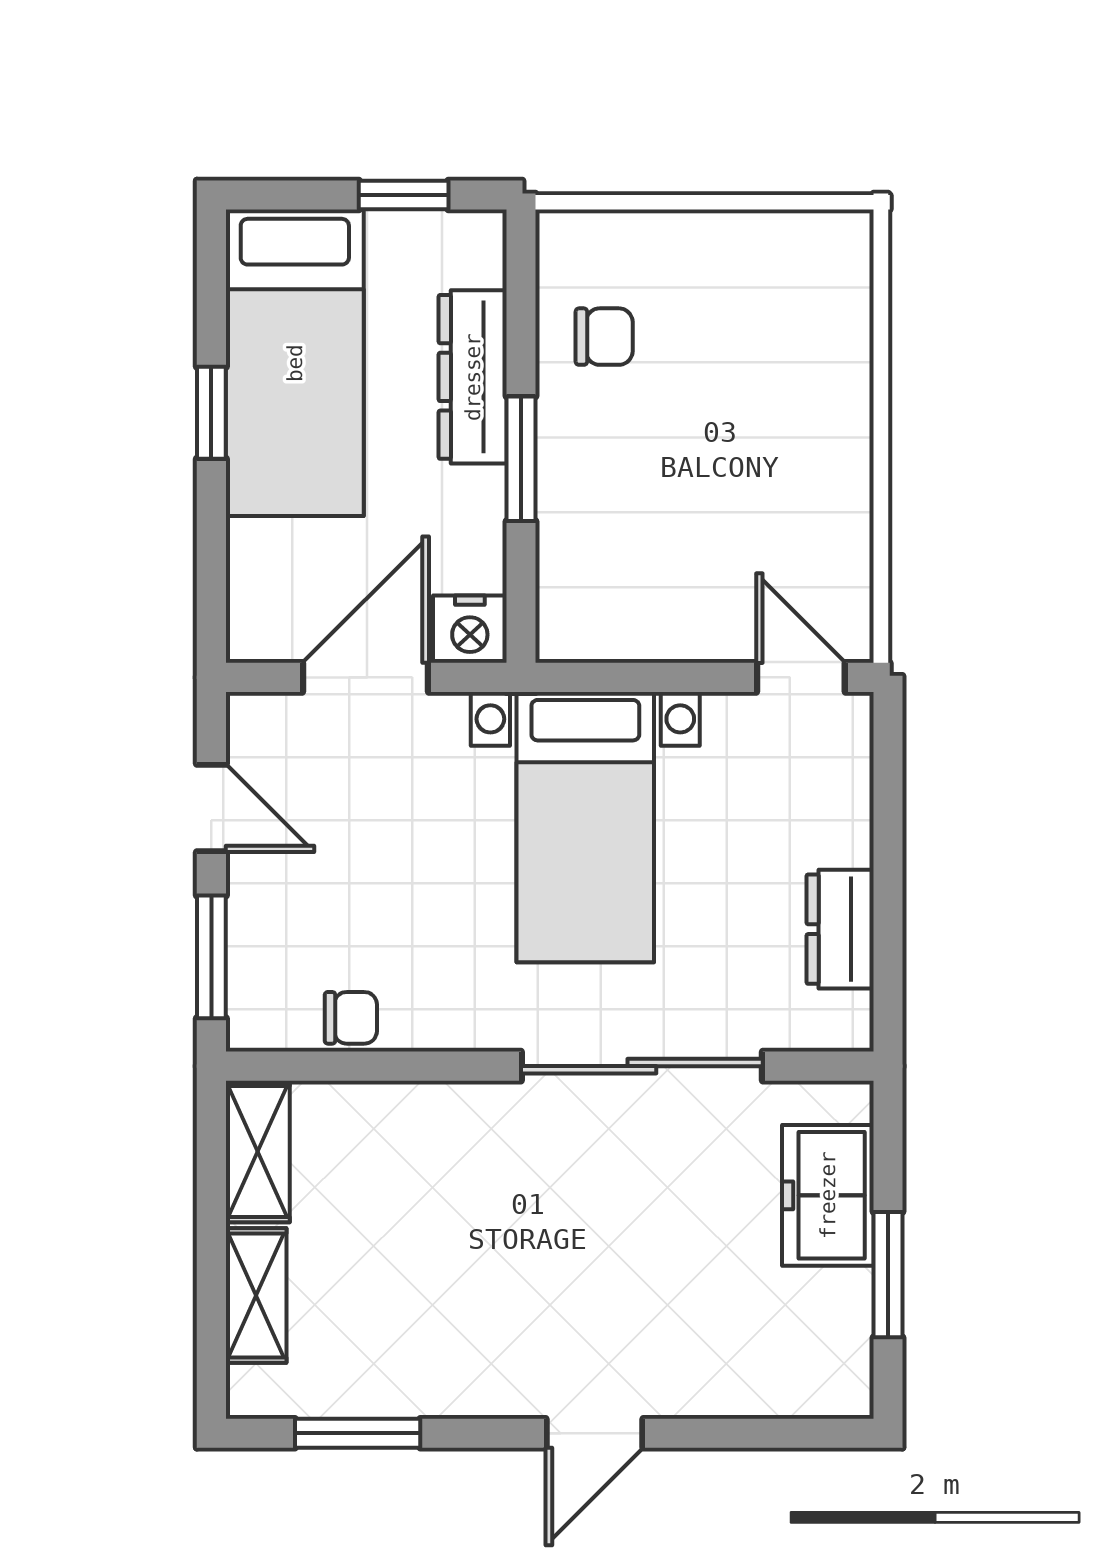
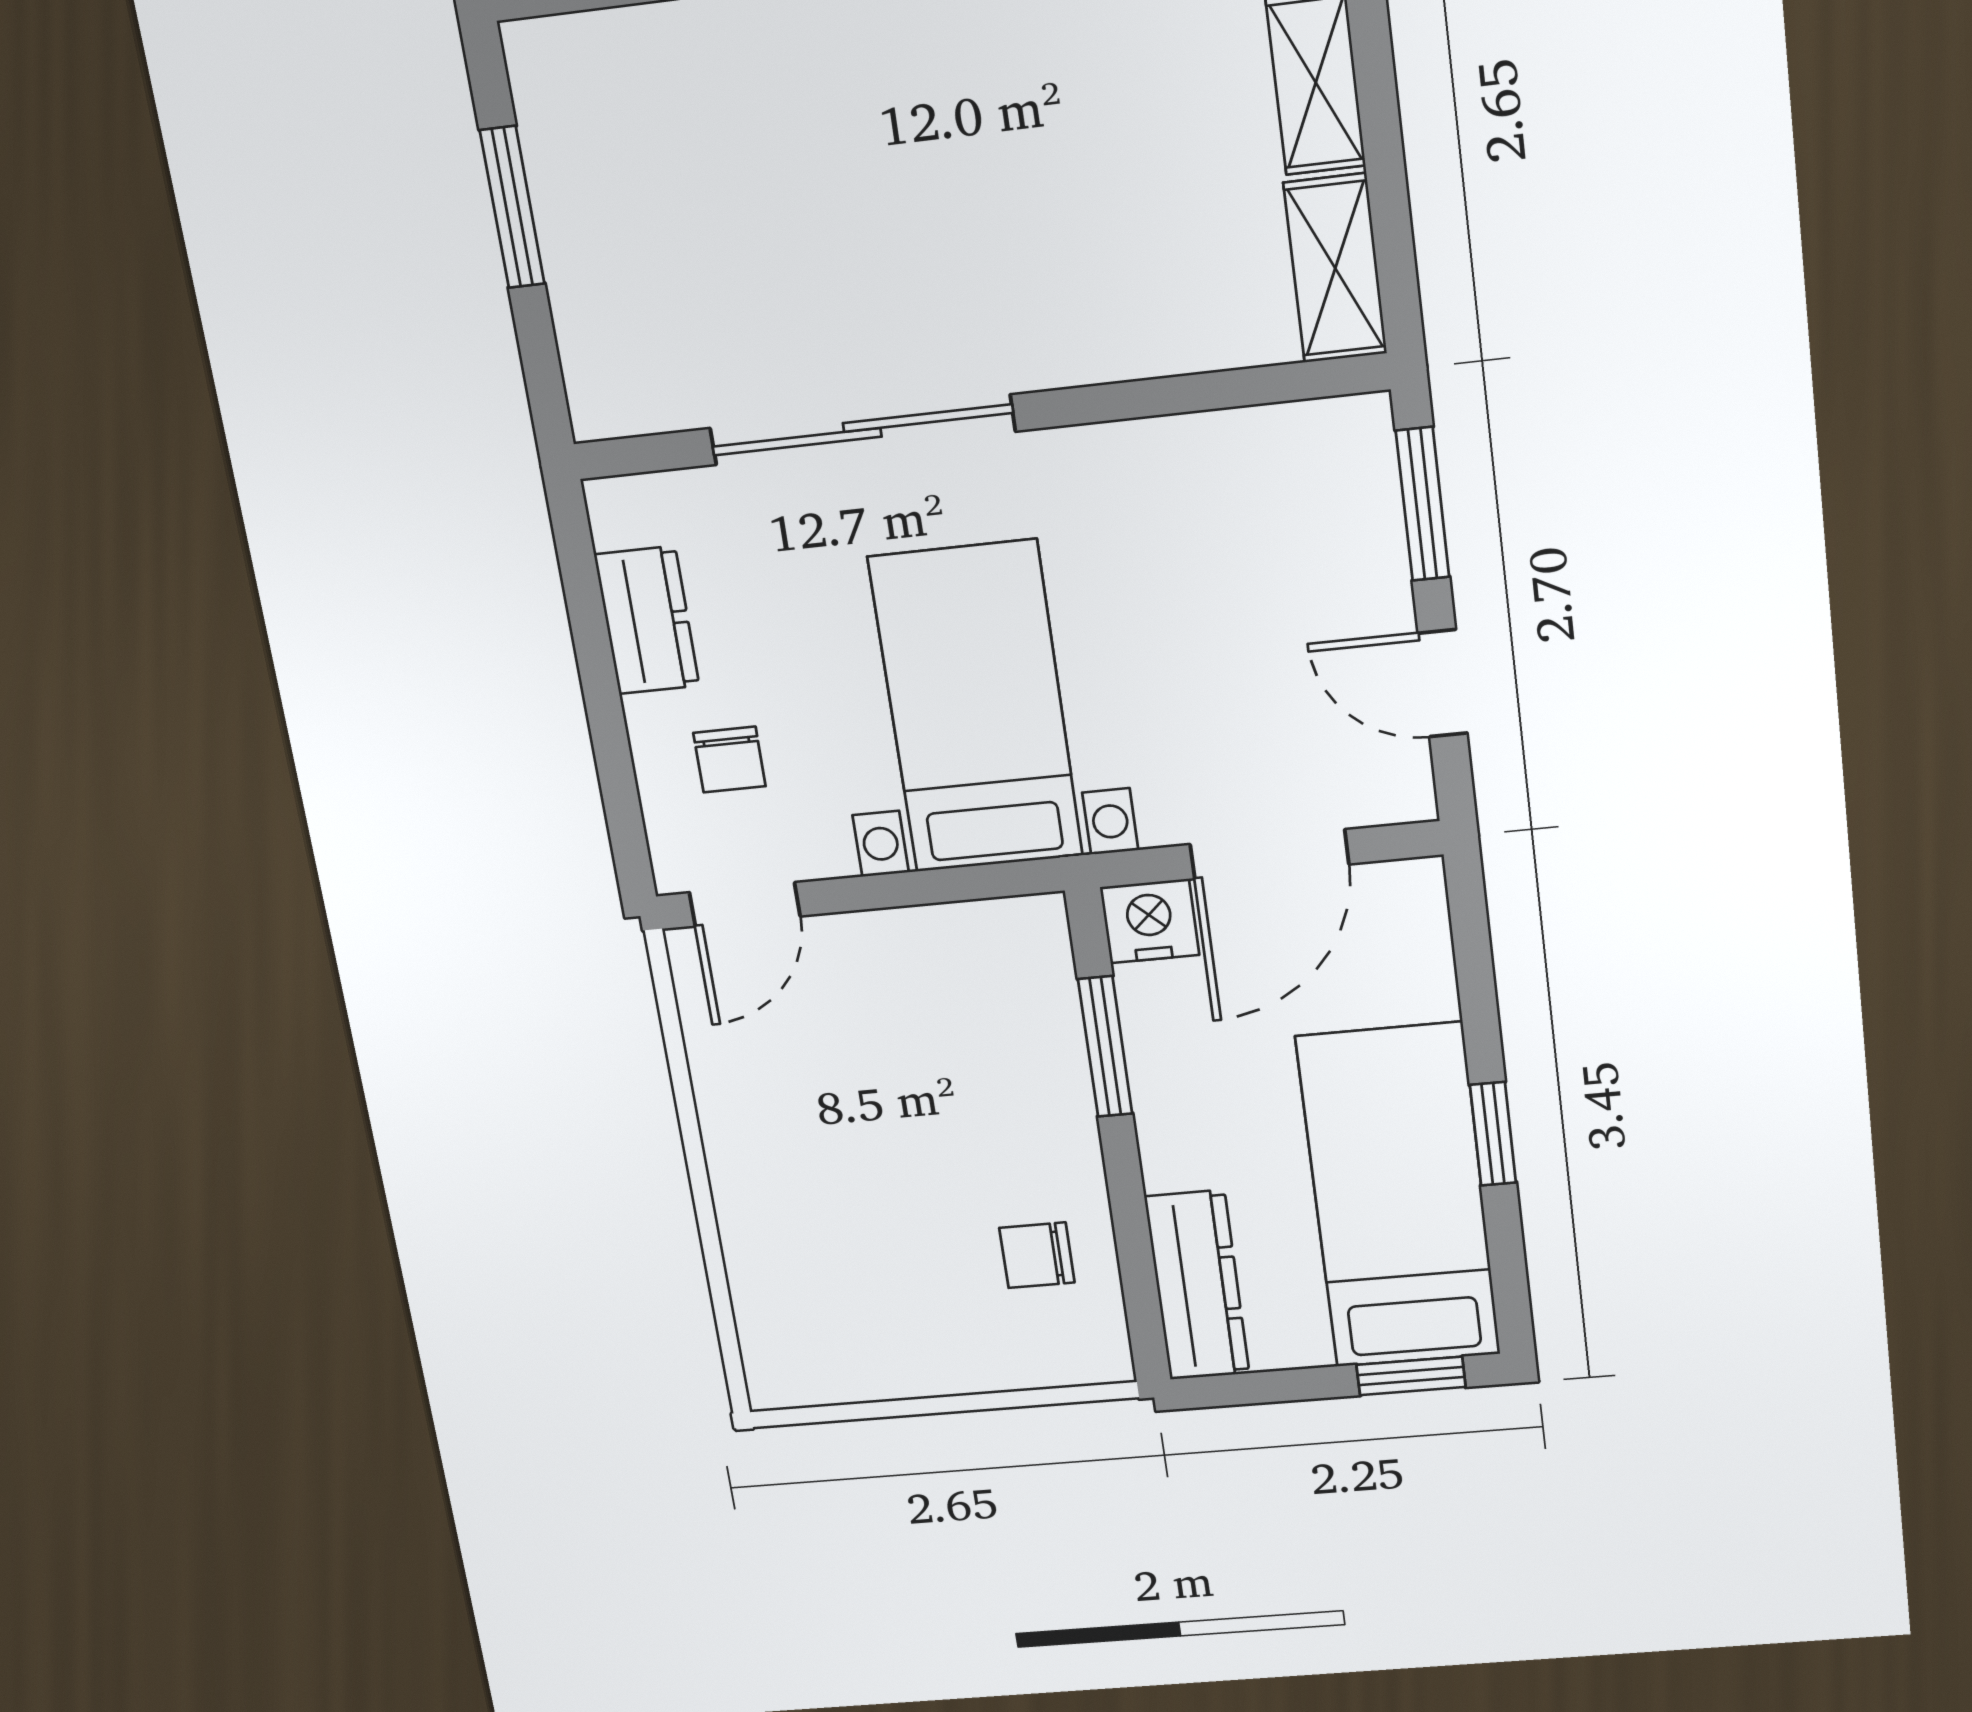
window: (404, 195) -> (1411, 1376), moved
dresser: (473, 377) -> (1197, 1285), moved
window: (521, 459) -> (1105, 1047), moved
door: (801, 677) -> (745, 904), hinge flipped
chair: (351, 1018) -> (730, 760), moved, turned -90
freezer: (828, 1195) -> (605, 297), removed

